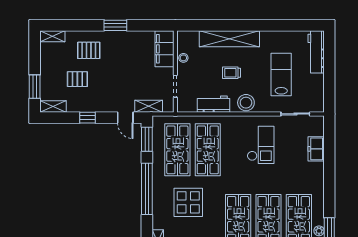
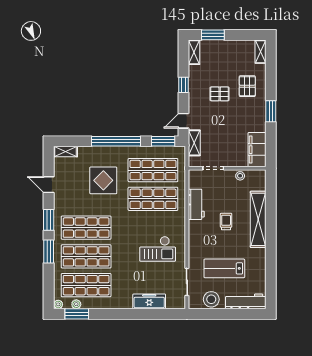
filing cabinet: (164, 49) -> (257, 150), moved, turned -90
lab bench: (281, 75) -> (224, 268), turned 180
pallet: (77, 79) -> (220, 94), moved, turned 90
stool: (246, 103) -> (211, 299), moved
freezer: (316, 149) -> (149, 301), width x1.40

